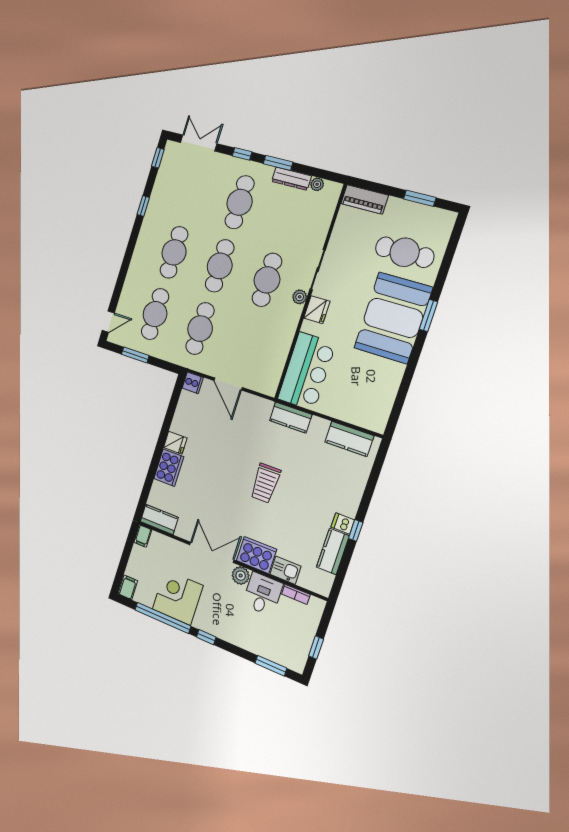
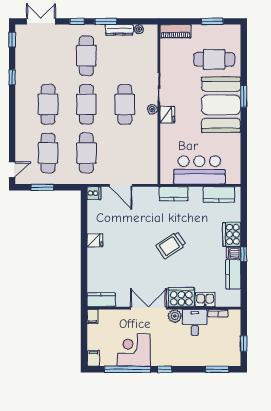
bar counter: (307, 371) -> (199, 170), moved, turned -90
cooker: (169, 468) -> (232, 234), moved, turned 180
trolley: (265, 483) -> (171, 245), turned 56

